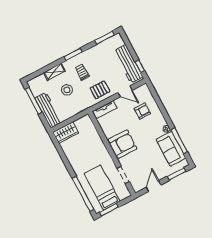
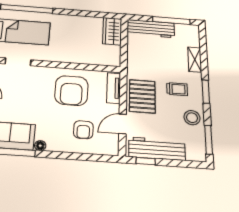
stool: (67, 90) -> (192, 118), moved
pallet: (100, 90) -> (142, 96), width x1.50, depth x1.42
armchair: (123, 144) -> (71, 90), moved

